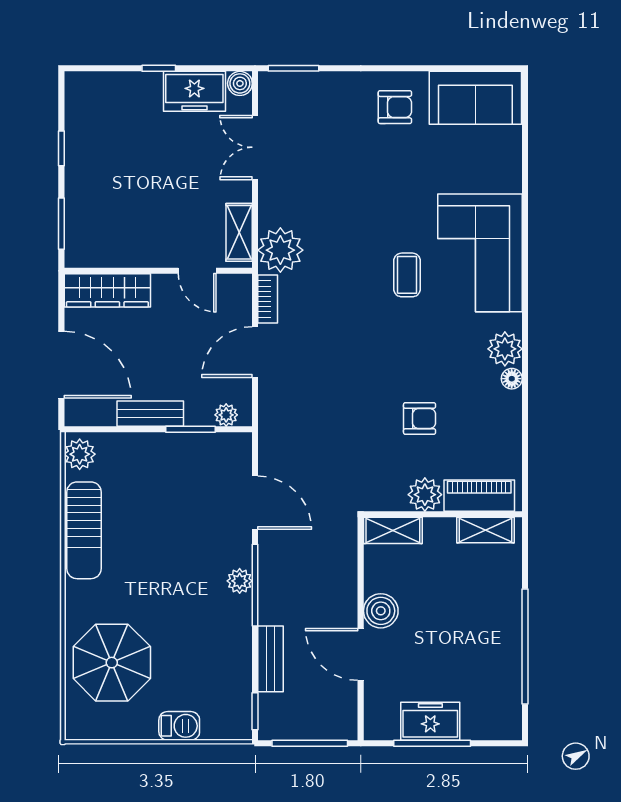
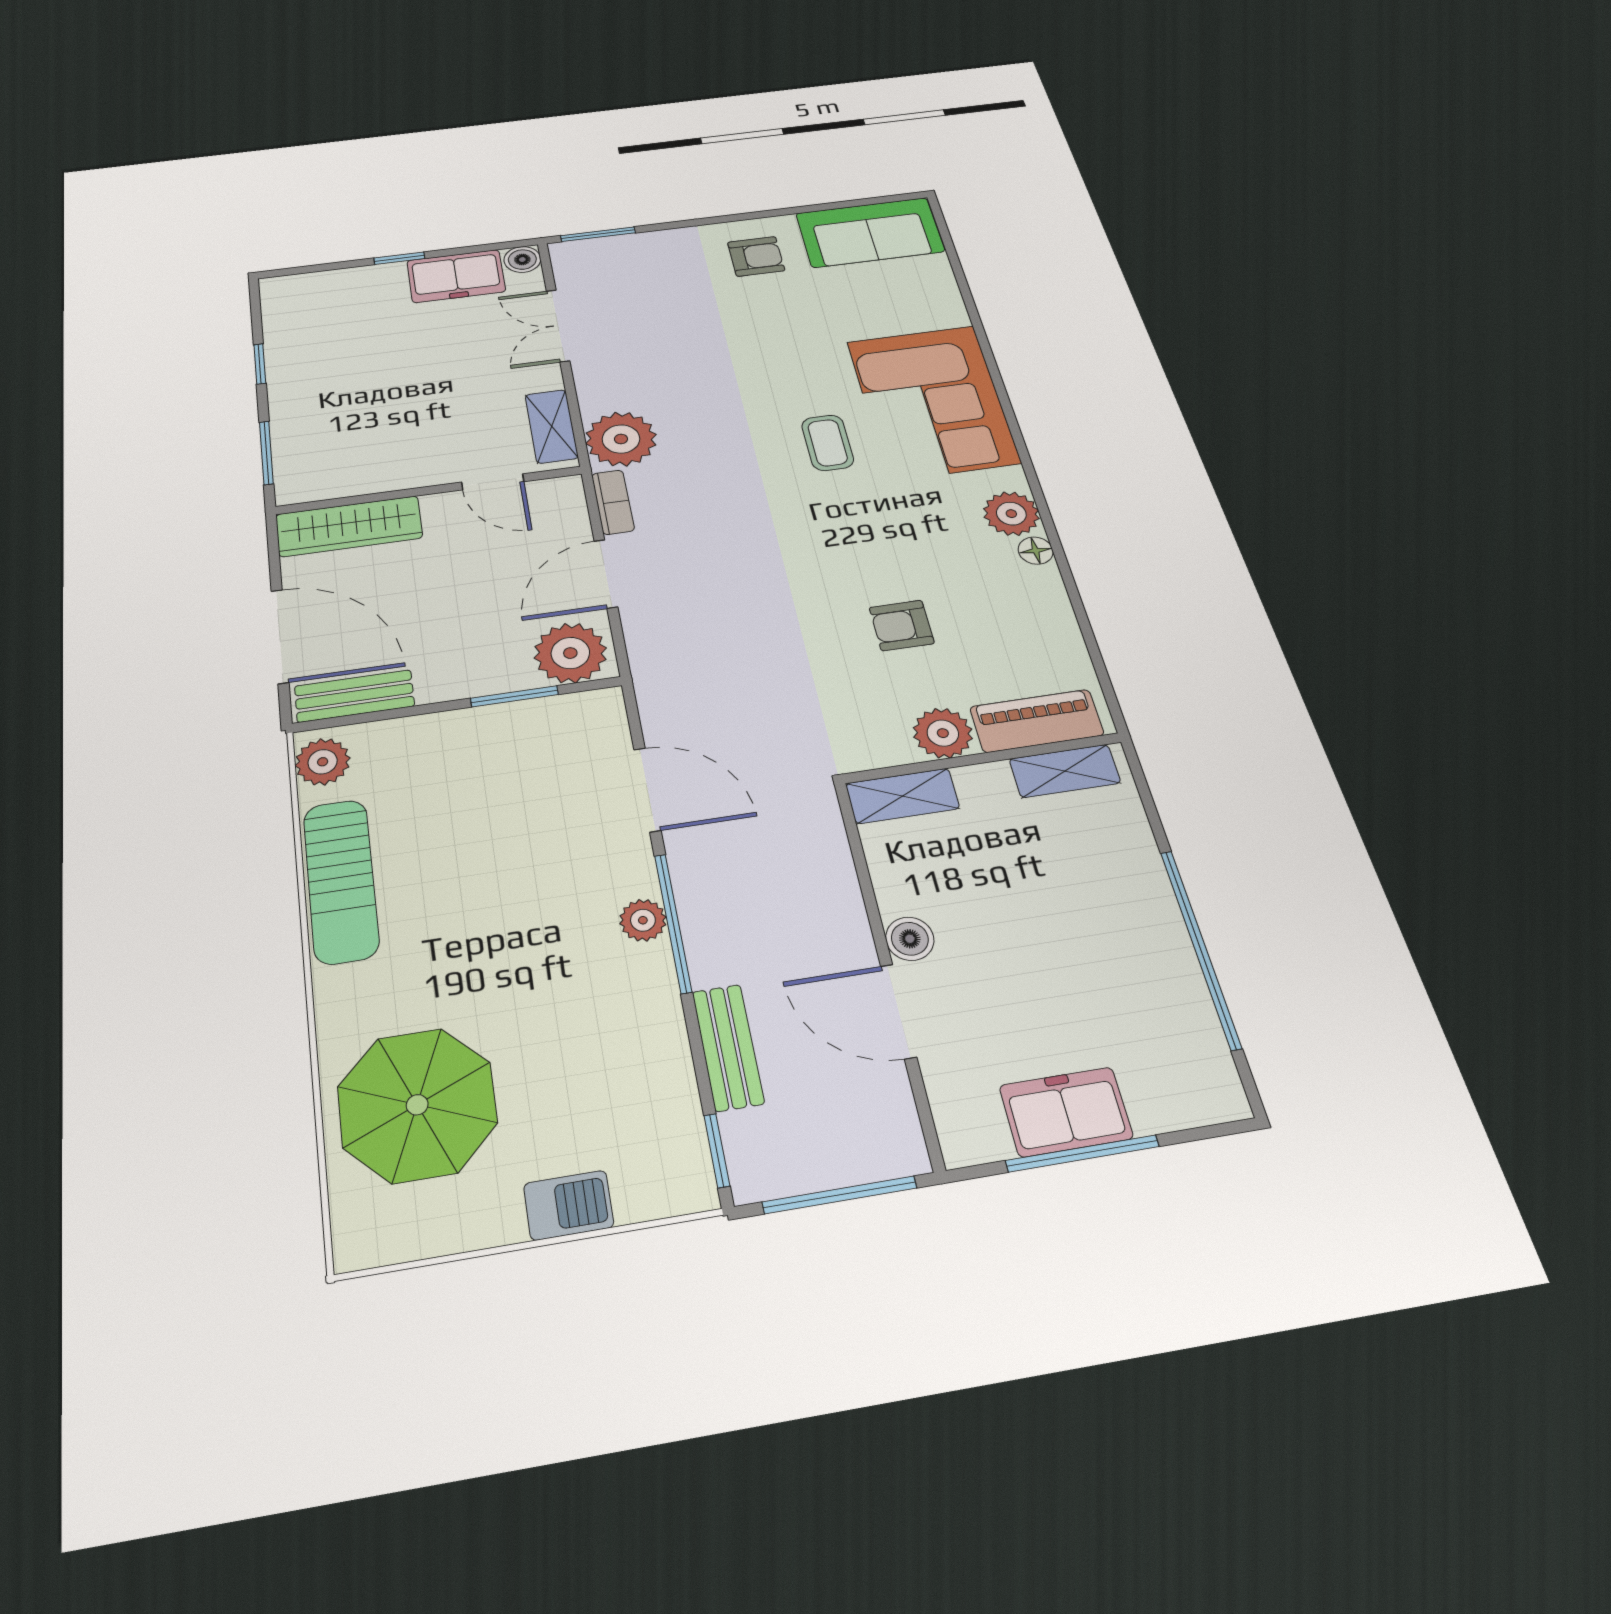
bench: (150, 414) -> (354, 696), moved
plant: (226, 415) -> (570, 653), width x1.87, depth x1.87
armchair: (420, 418) -> (902, 625), turned 180
boiler: (381, 611) -> (910, 939), width x0.73, depth x0.73

